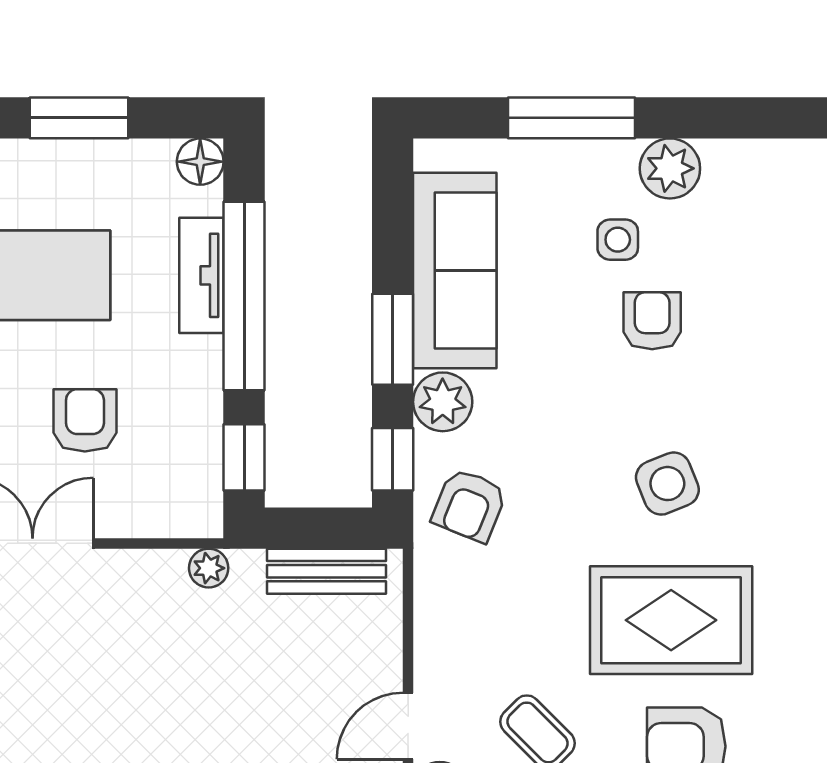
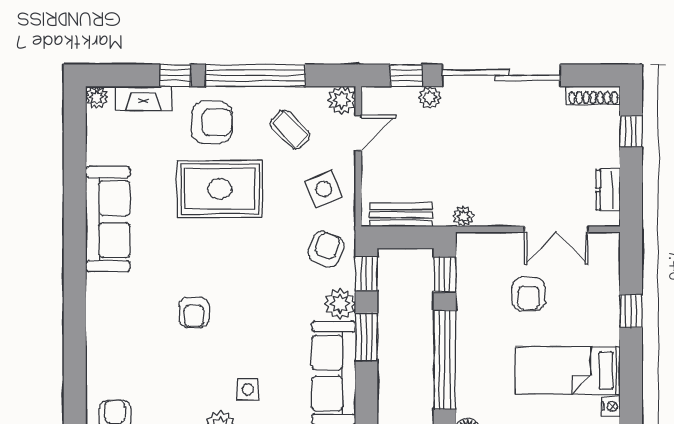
tv unit: (201, 275) -> (467, 370), removed
armchair: (652, 321) -> (194, 312), moved
side table: (667, 484) -> (324, 189), moved

